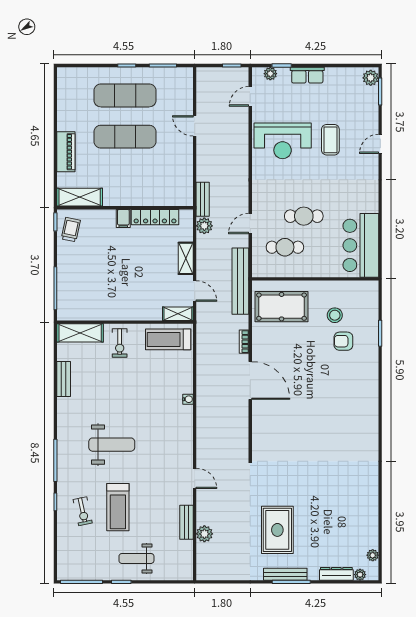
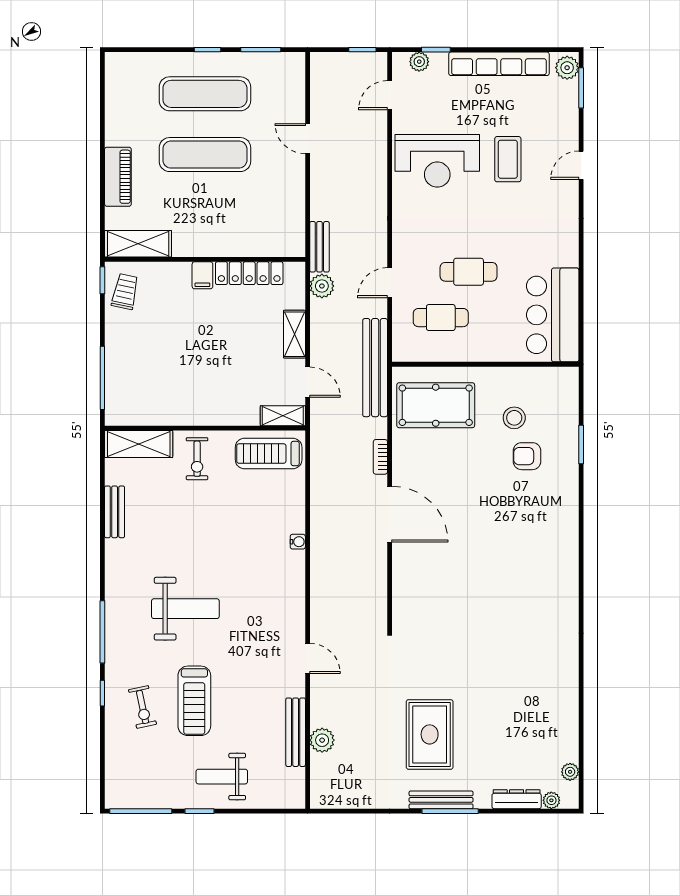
row of seats: (307, 75) -> (499, 64), width x2.02
bench: (187, 522) -> (296, 732), width x1.36

